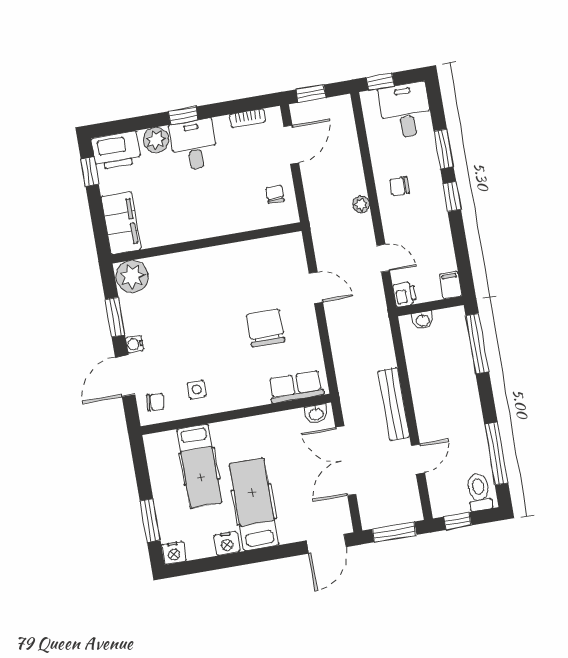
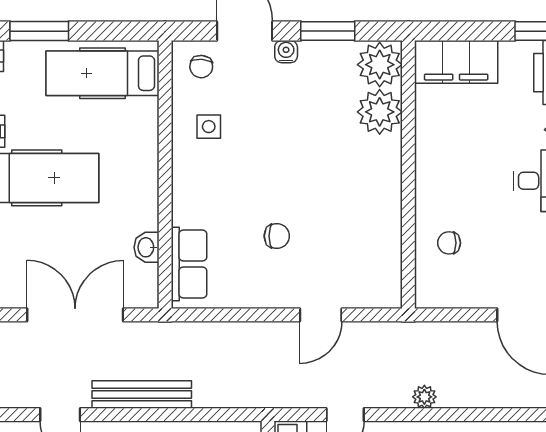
chair: (275, 194) -> (449, 243), moved, turned 180
plant: (166, 271) -> (380, 112), added
chair: (266, 328) -> (277, 236), width x0.54, depth x0.54
washbasin: (316, 414) -> (147, 247), moved
hospital bed: (199, 466) -> (103, 73), moved

